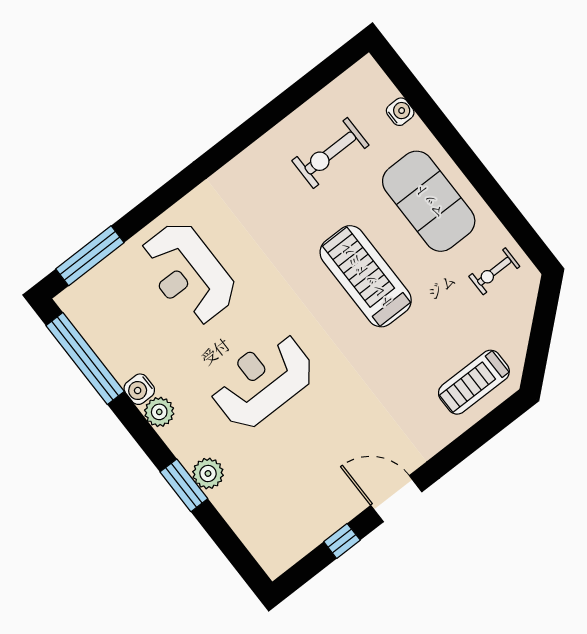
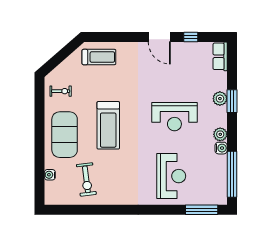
exercise bike: (330, 153) -> (86, 179), turned 83
row of seats: (265, 547) -> (220, 56), added

